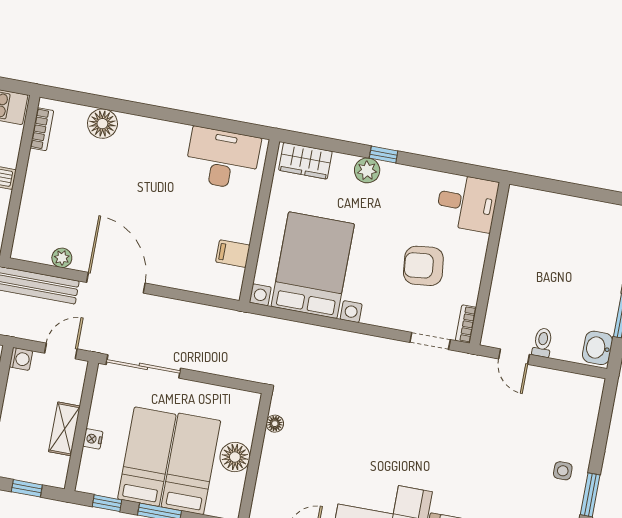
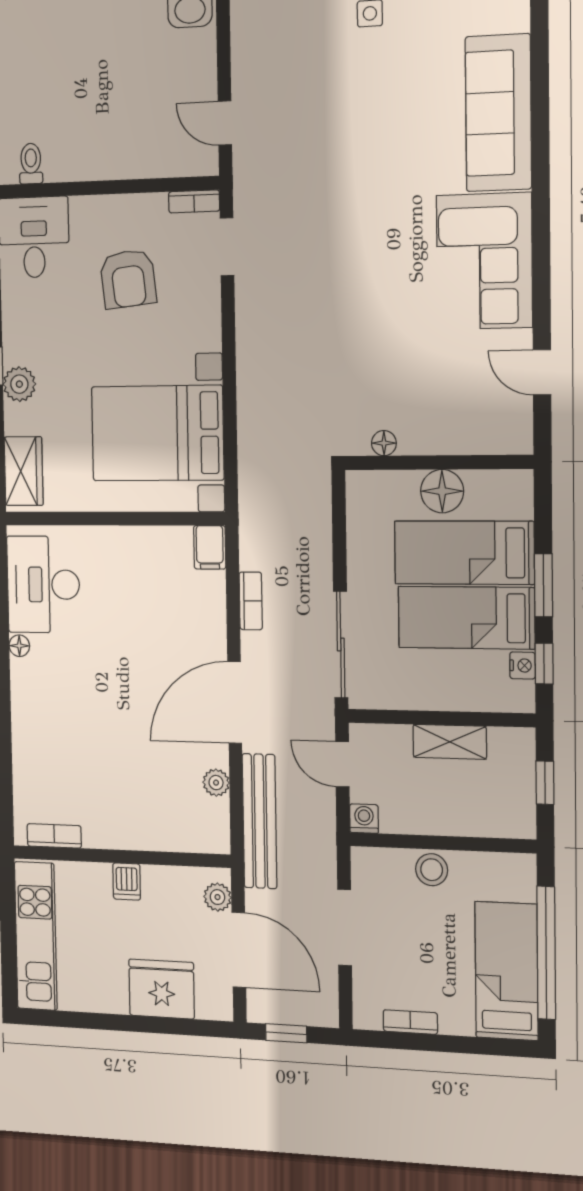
floor lamp: (102, 124) -> (19, 646), moved, width x0.53, depth x0.53
filing cabinet: (233, 254) -> (210, 547), moved
bookcase: (184, 309) -> (251, 601), added
toilet: (542, 343) -> (31, 164), moved, turned 90
door: (514, 357) -> (225, 123), swing flipped
nightstand: (93, 439) -> (523, 665), moved, turned -90

